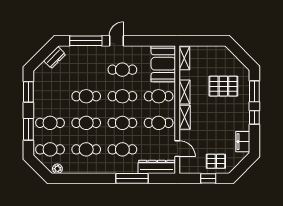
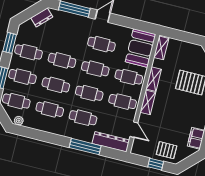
cafe table: (50, 96) -> (29, 52), added

